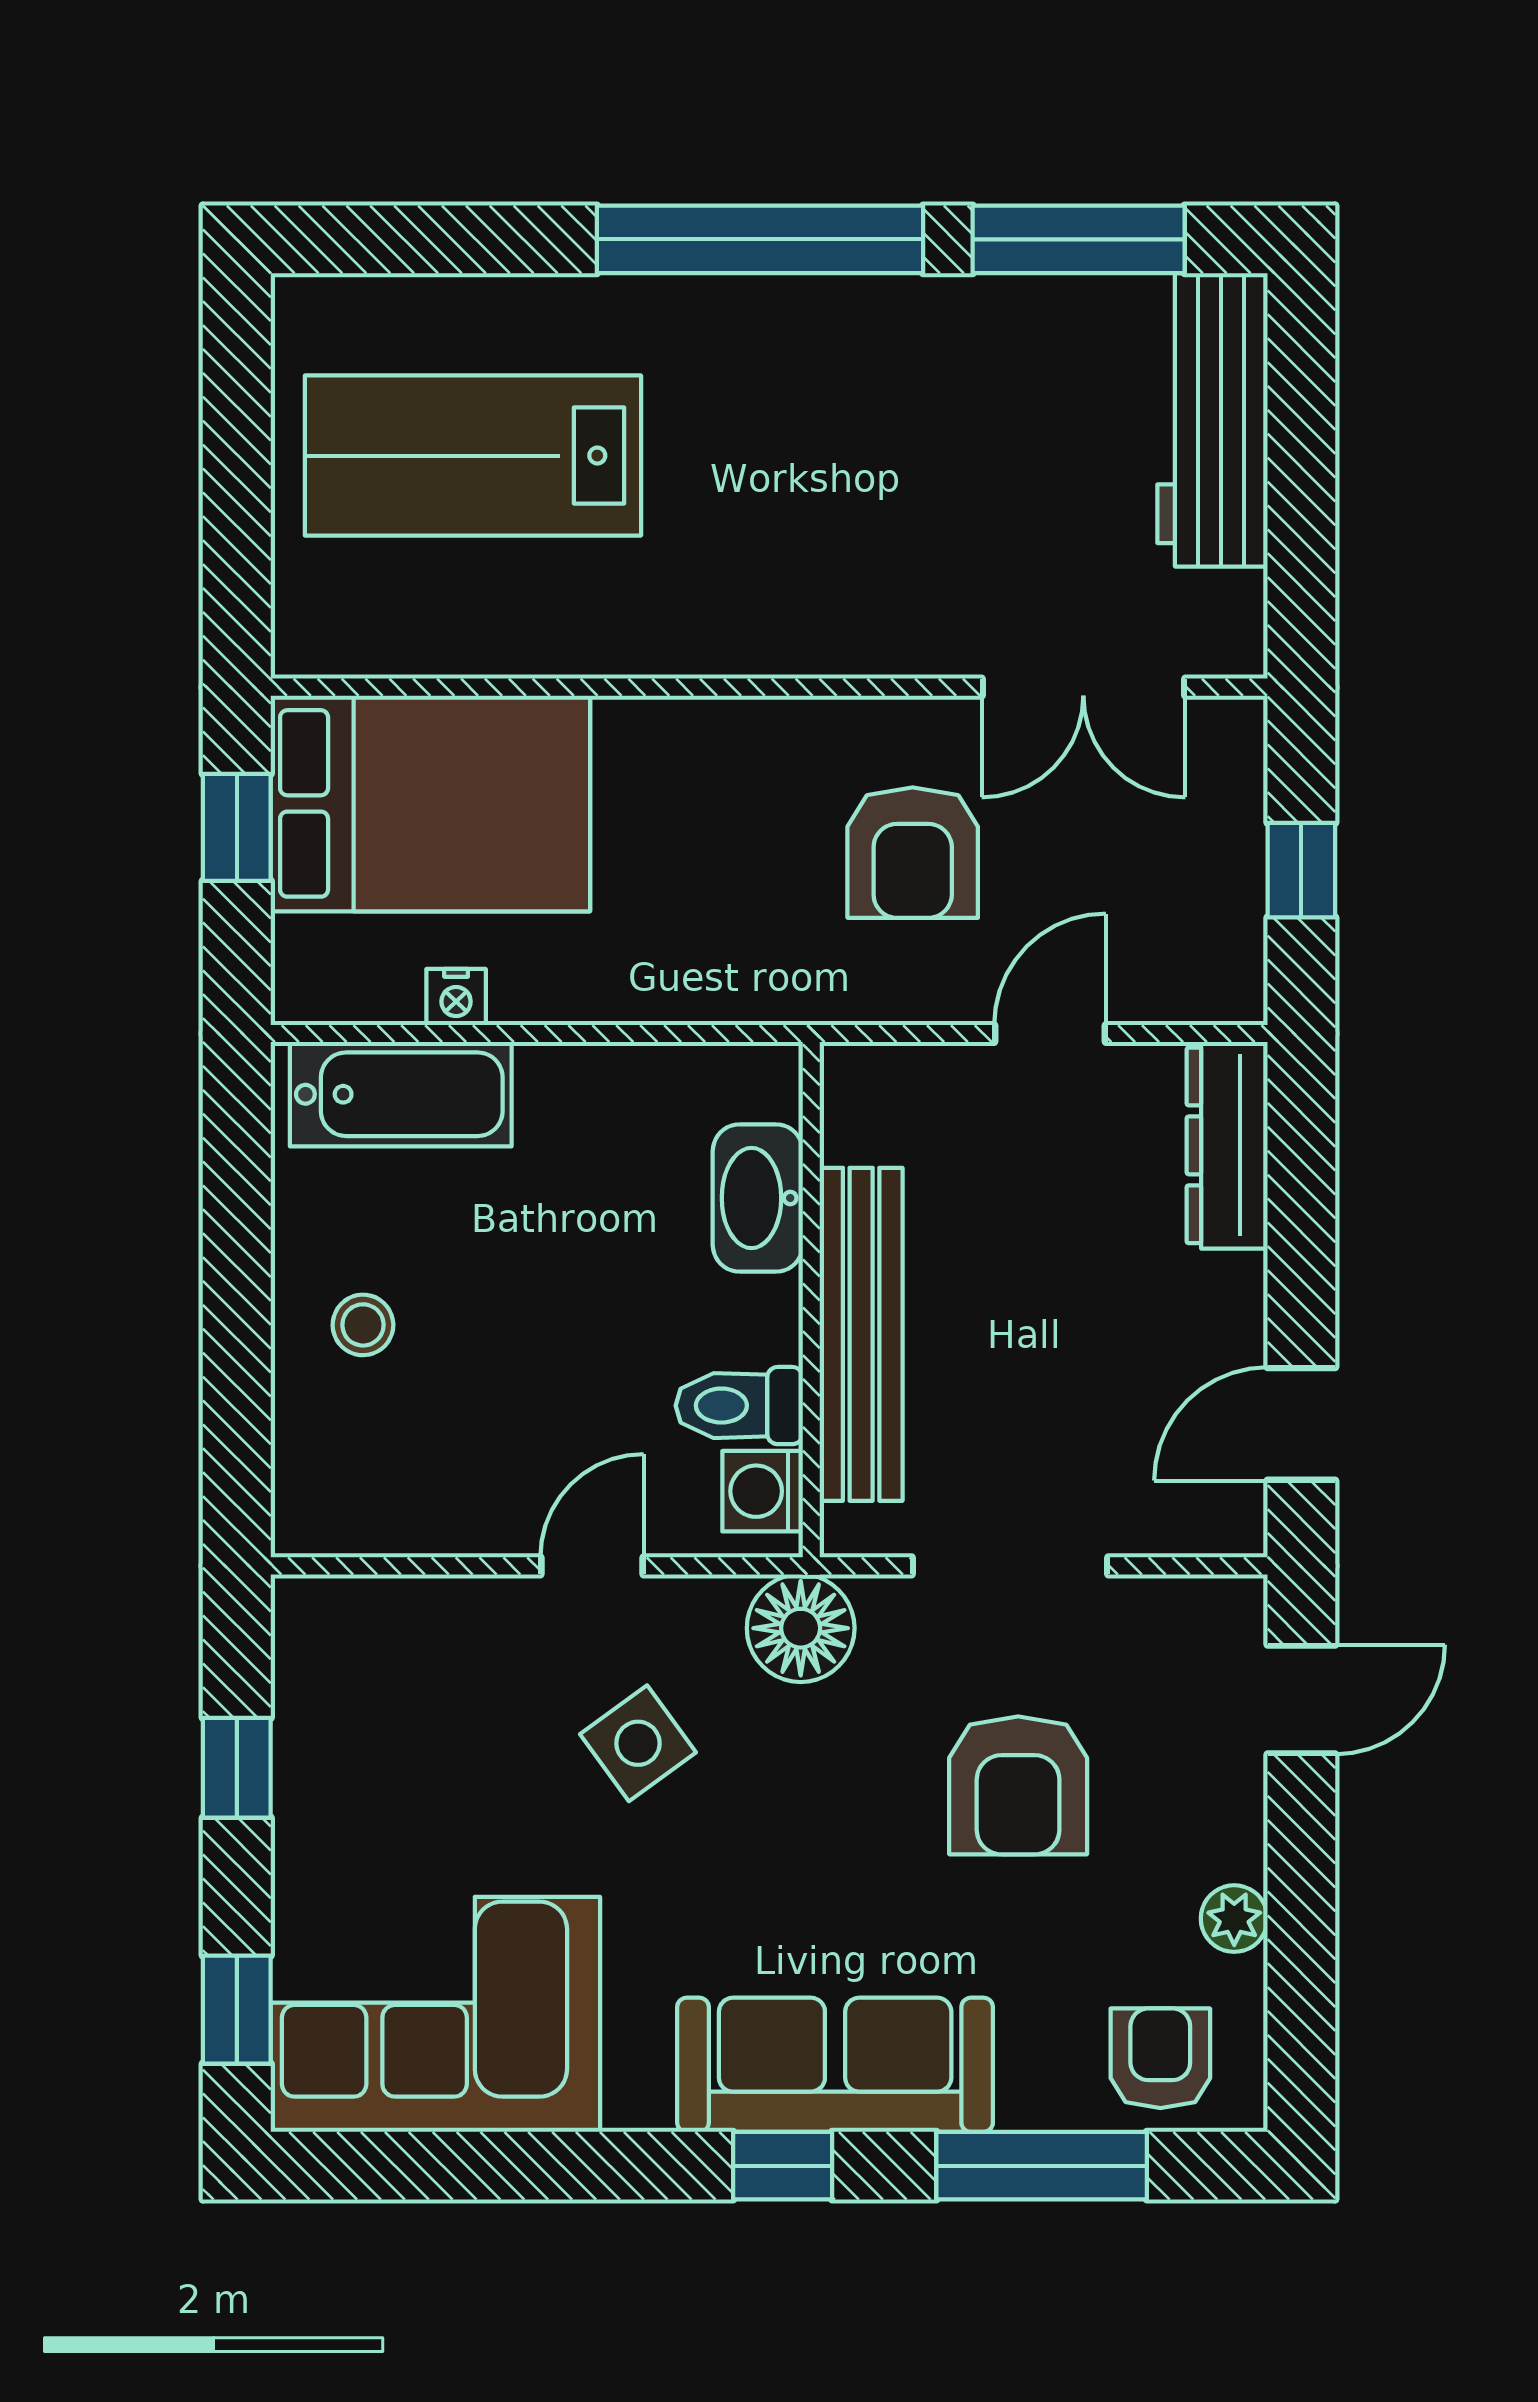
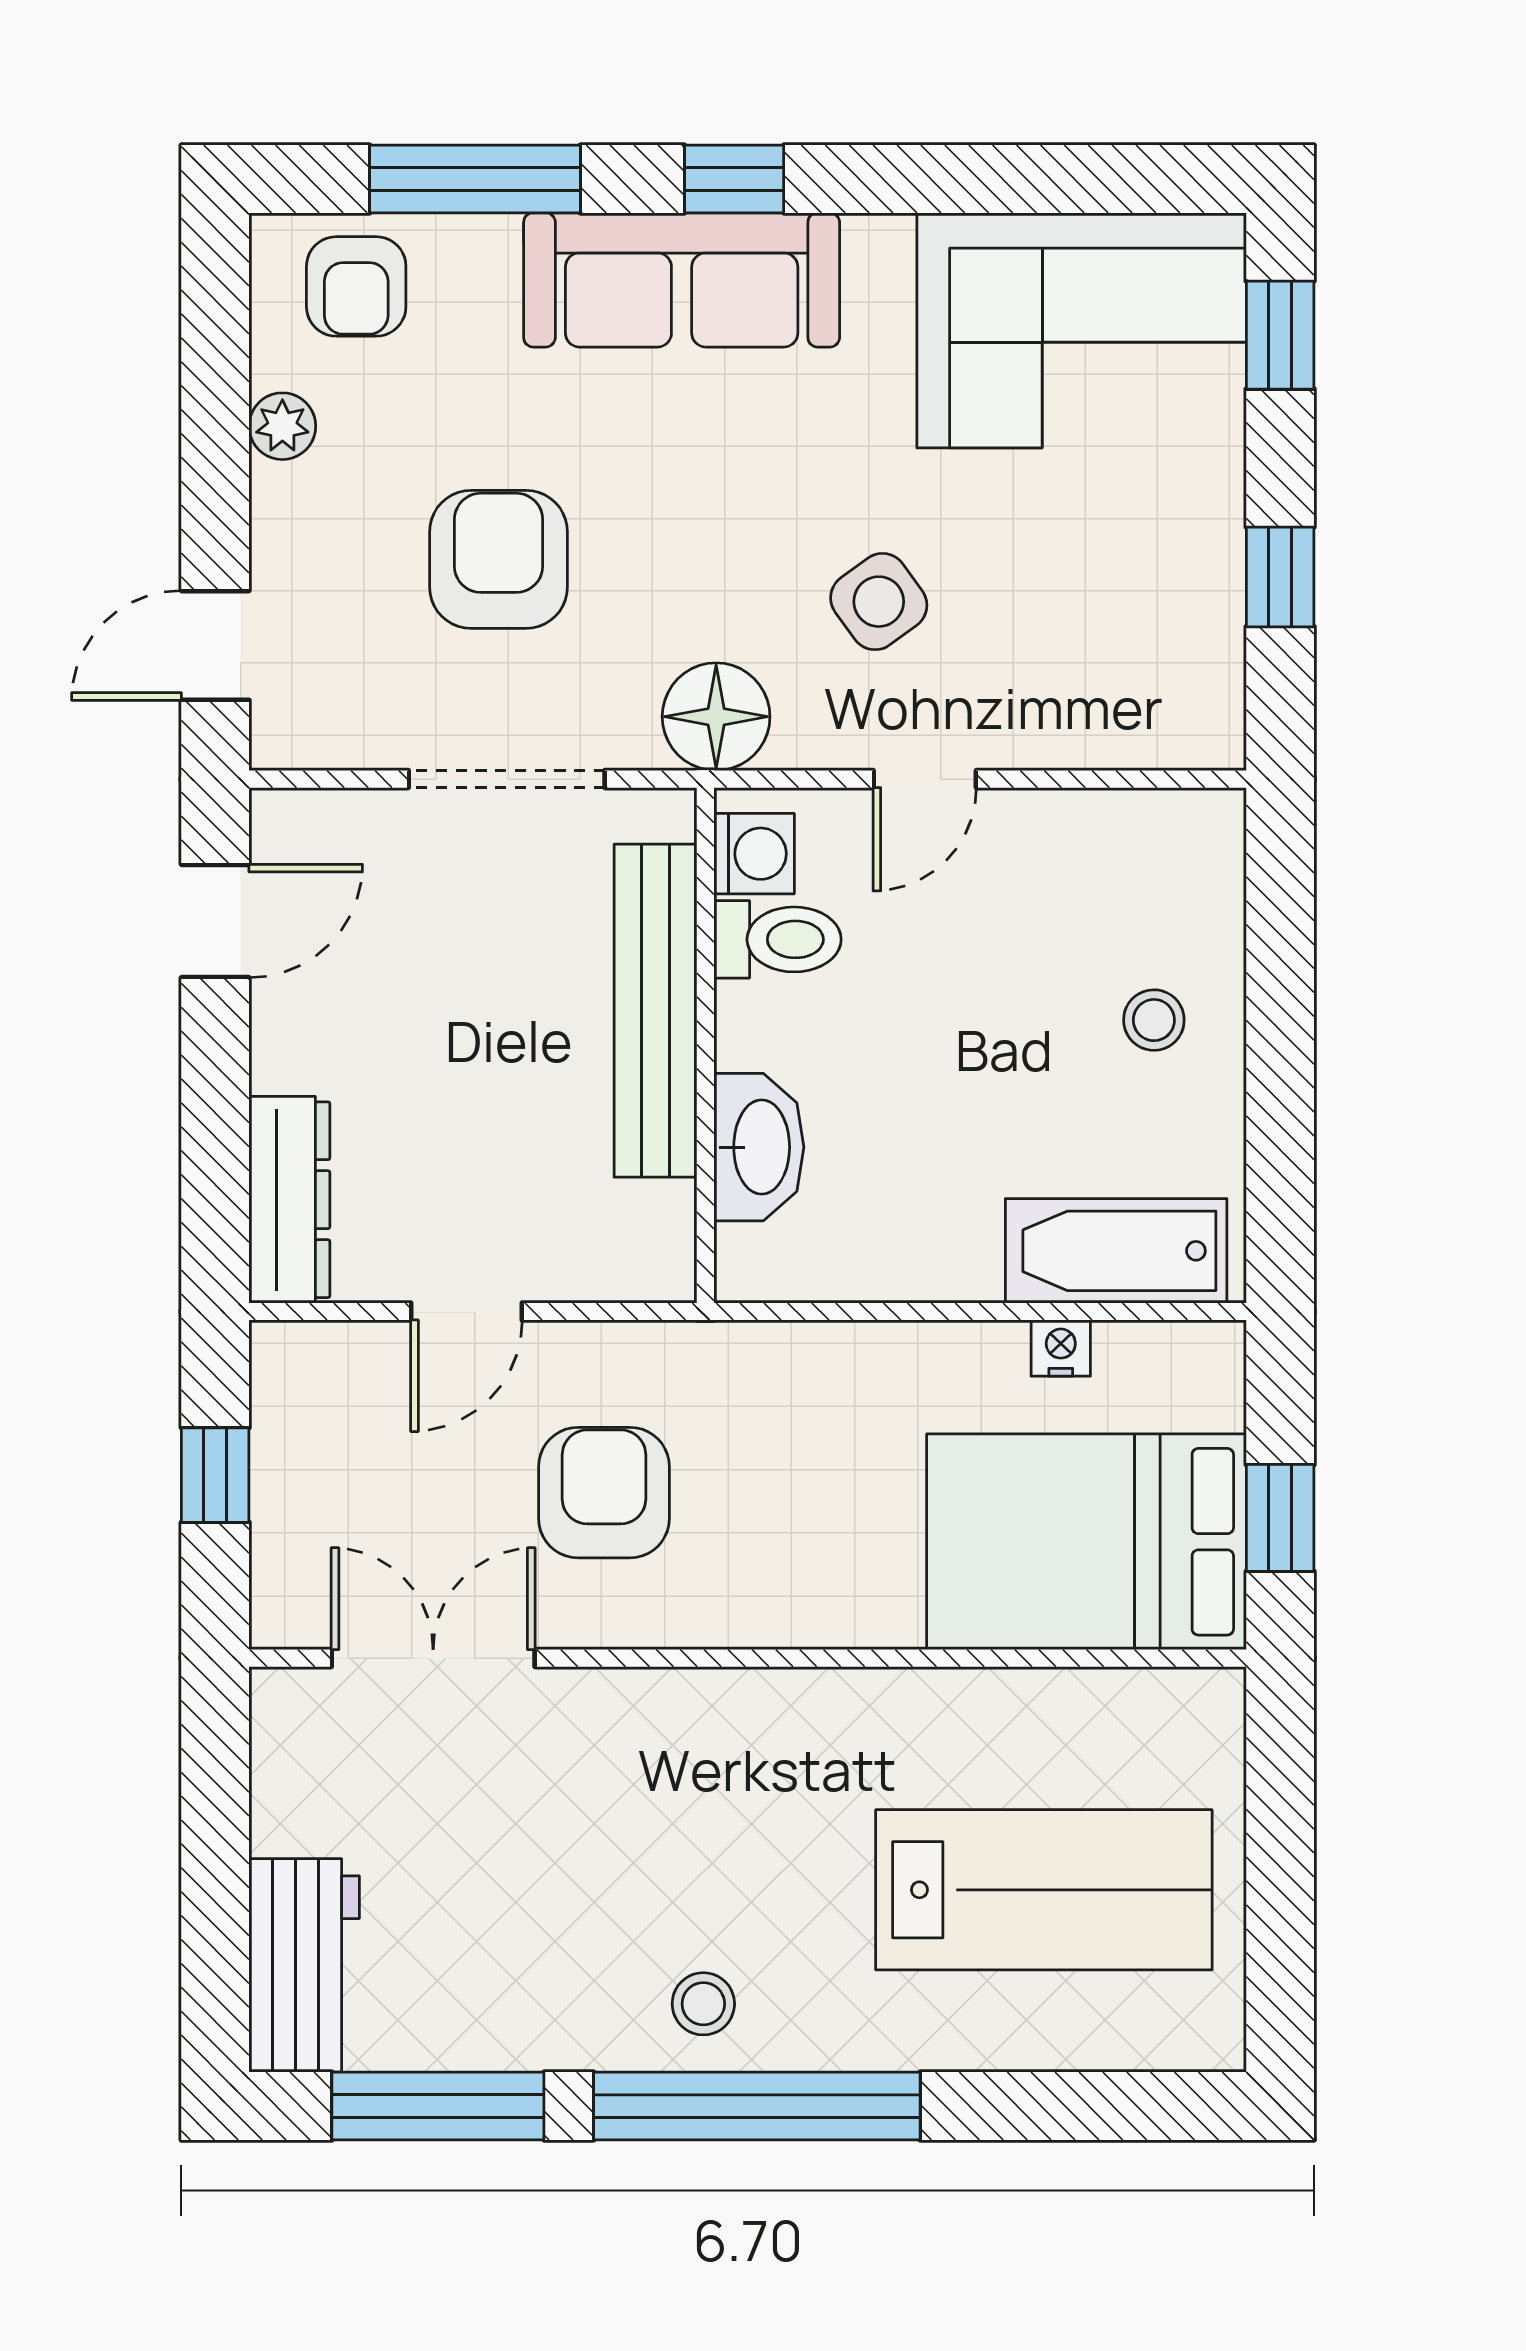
stool: (813, 342) -> (703, 2004), added
workbench: (1212, 420) -> (304, 1965), width x0.73

